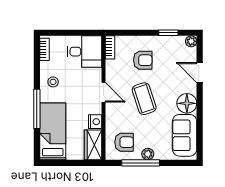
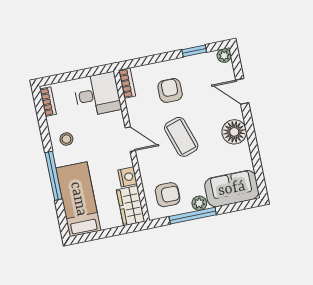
armchair: (143, 60) -> (170, 90), turned -90
sofa: (185, 135) -> (232, 189), moved, turned 90

